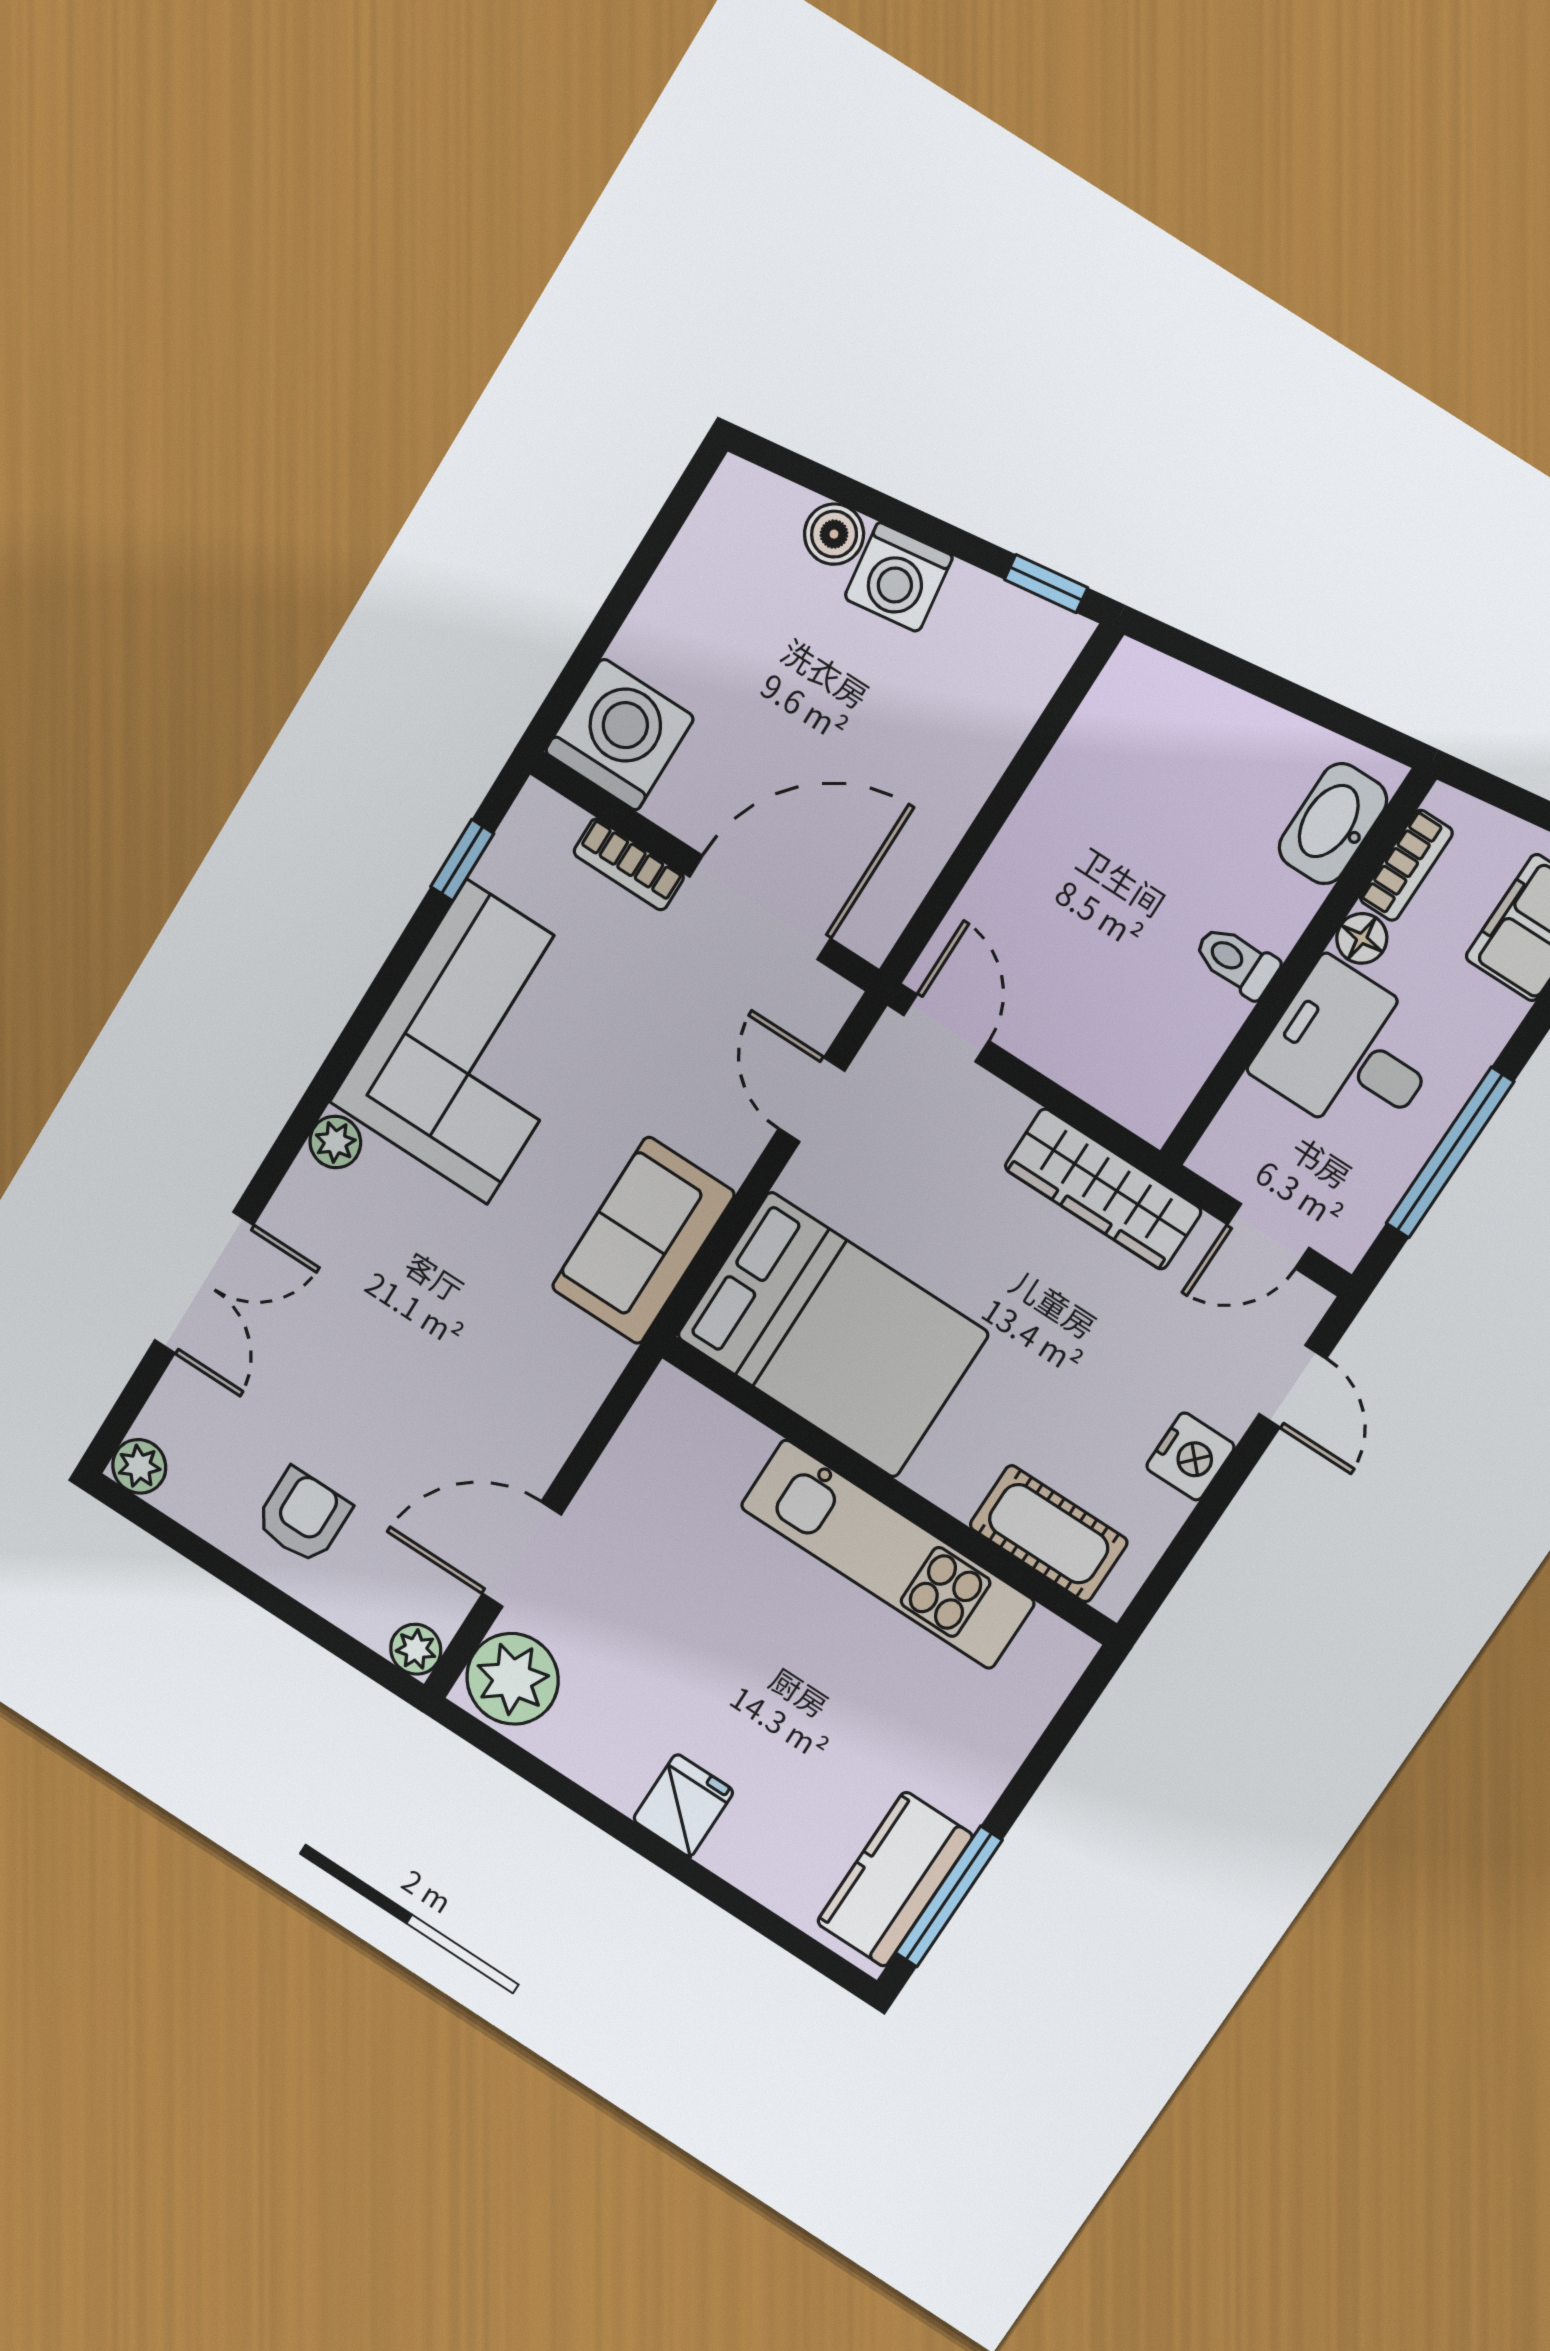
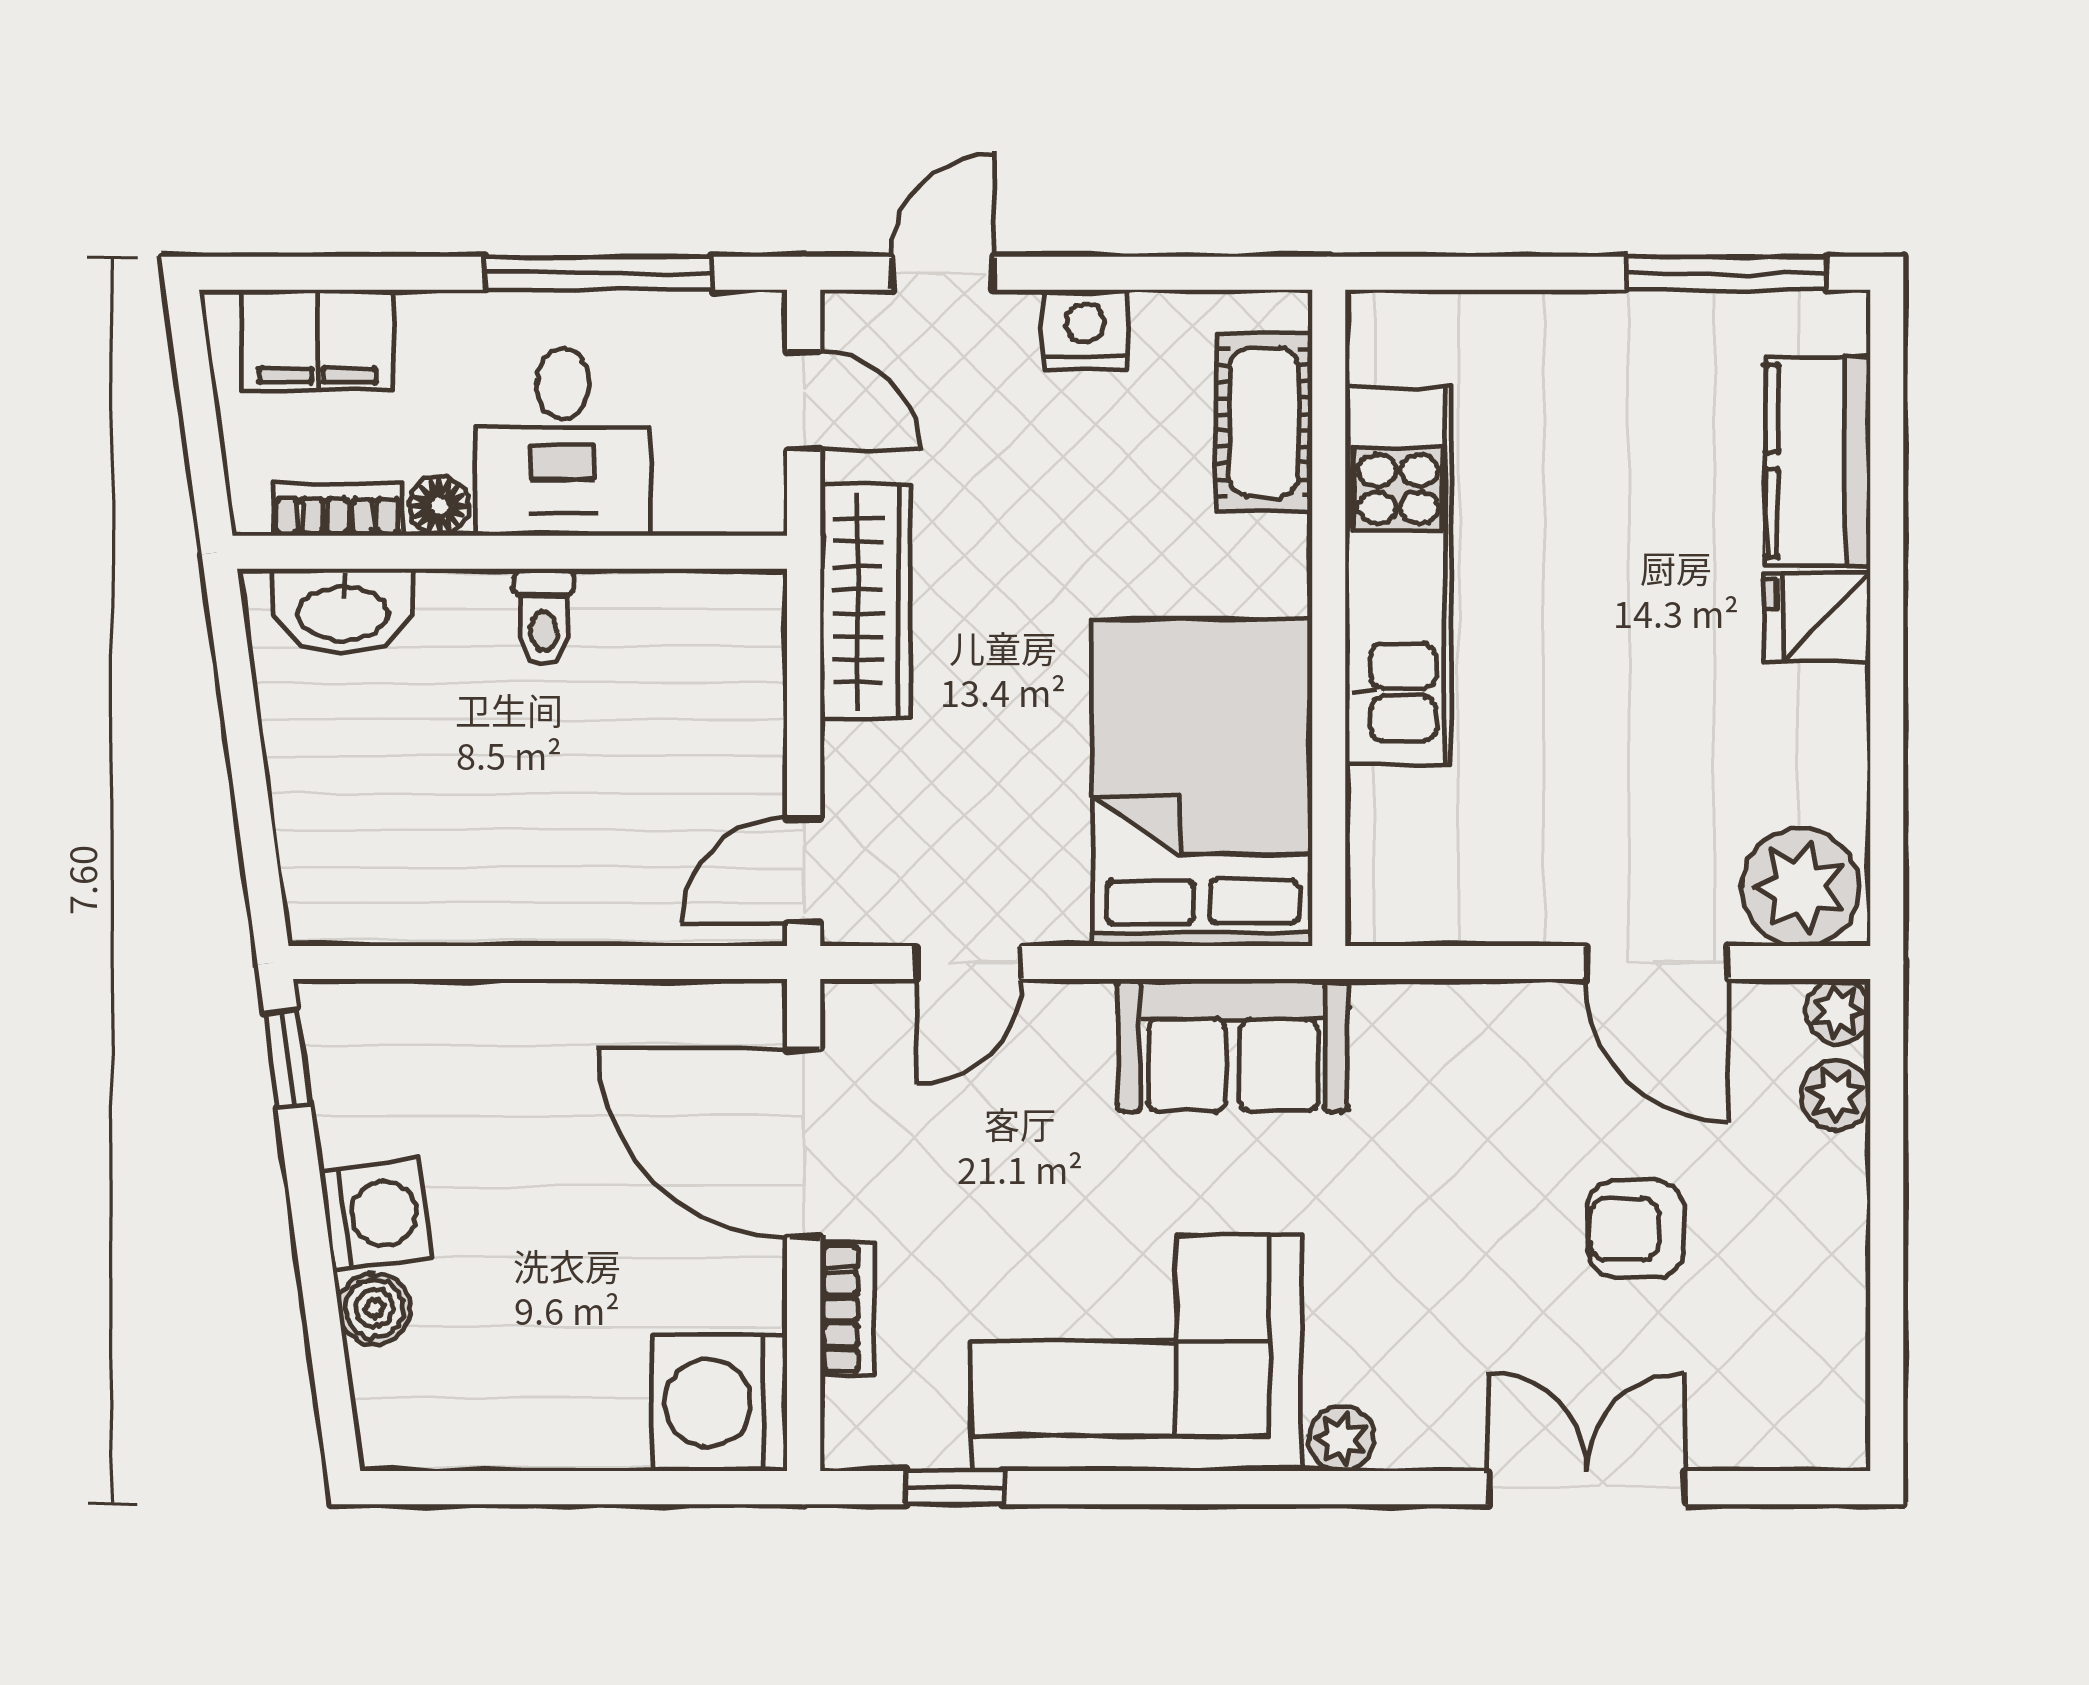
plant: (139, 1466) -> (1836, 1095), moved
armchair: (303, 1516) -> (1636, 1229), moved
kitchen counter: (895, 1879) -> (1818, 461), moved, turned 90

